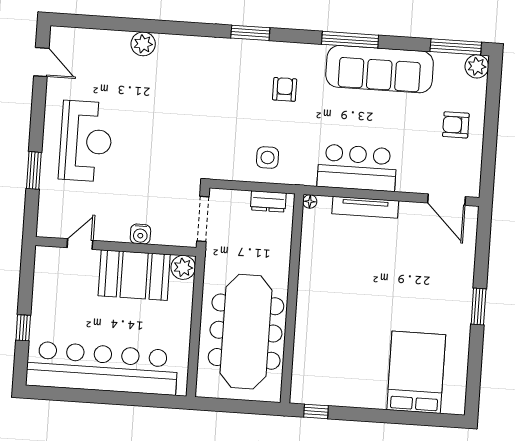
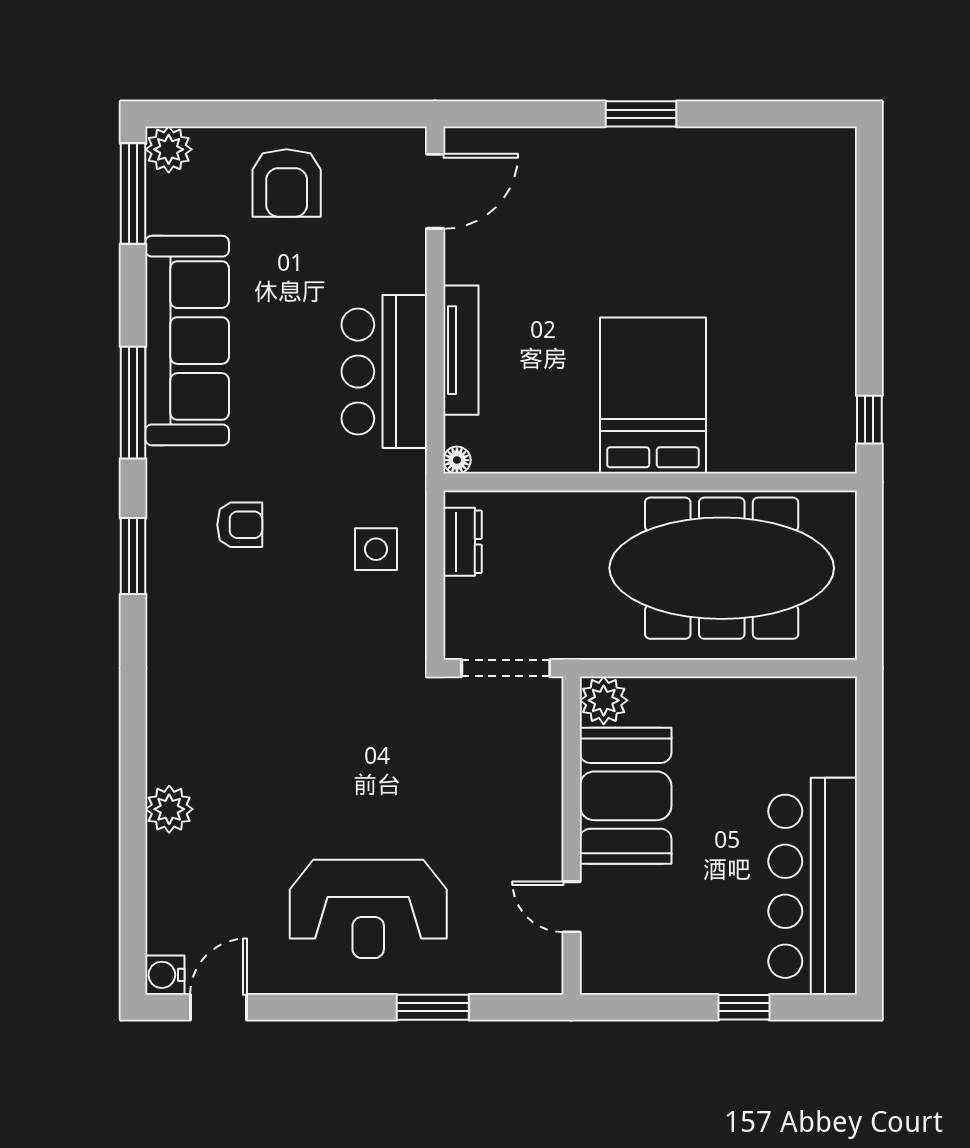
window: (250, 33) -> (133, 556), moved
armchair: (285, 89) -> (240, 525), turned 180
armchair: (456, 125) -> (287, 183), width x1.38, depth x1.38
reception desk: (86, 141) -> (368, 909), turned 180
water cooler: (140, 234) -> (165, 975), moved, turned 180
bar counter: (102, 368) -> (813, 886), width x0.73
bed: (416, 372) -> (653, 396), moved, turned 90

